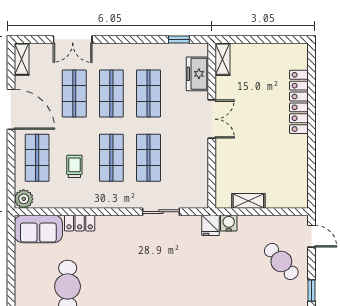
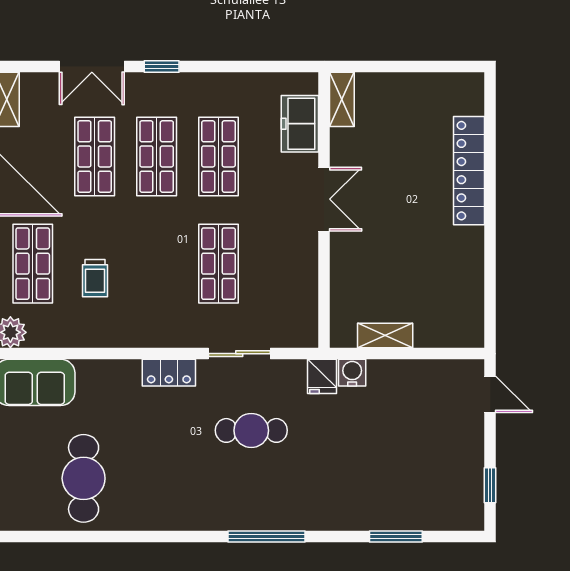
window: (179, 39) -> (162, 67), moved
shop shelf: (111, 158) -> (157, 264), removed
trolley: (74, 166) -> (95, 278), turned 180
locker: (80, 223) -> (169, 373), moved
cafe table: (281, 261) -> (251, 430), moved, turned -49

